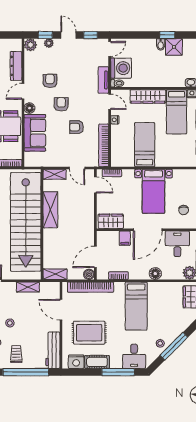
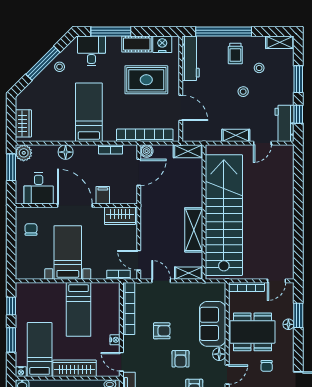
door: (148, 230) -> (75, 206), hinge flipped
shelving: (28, 287) -> (236, 135), moved

